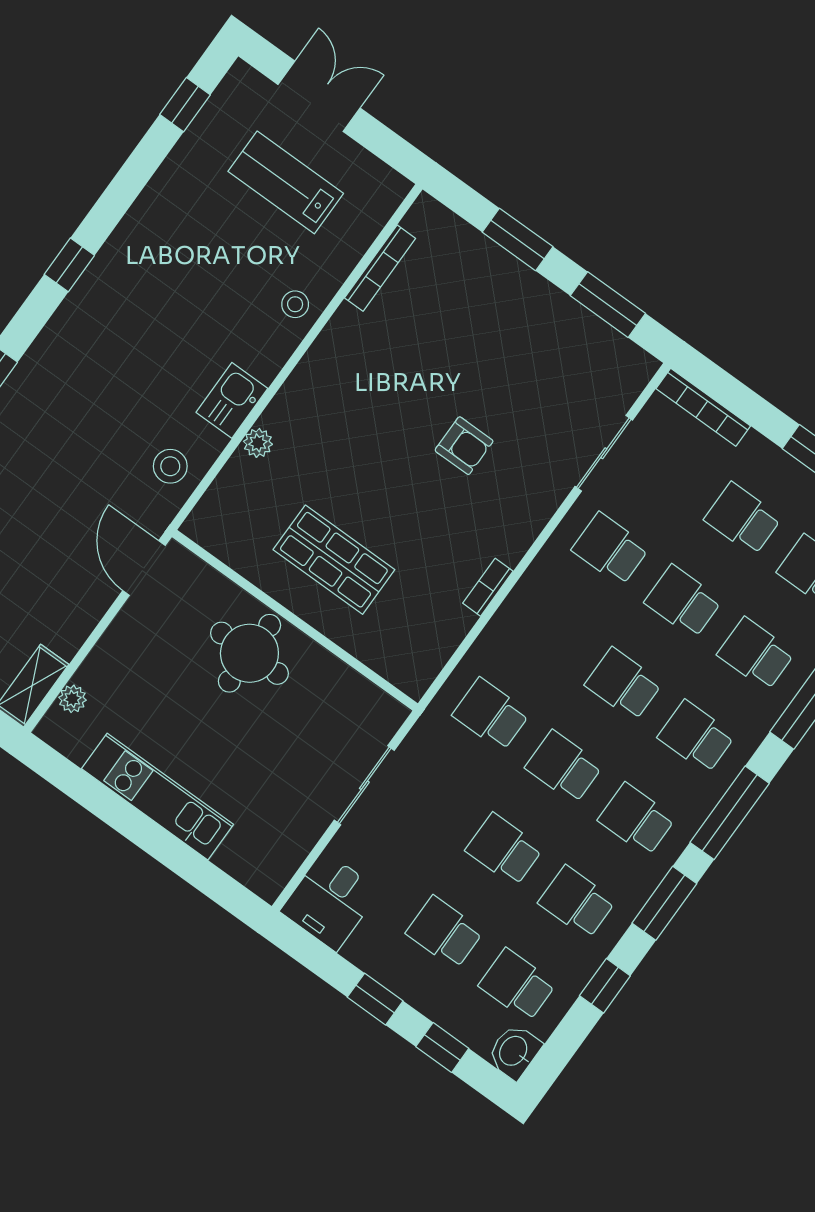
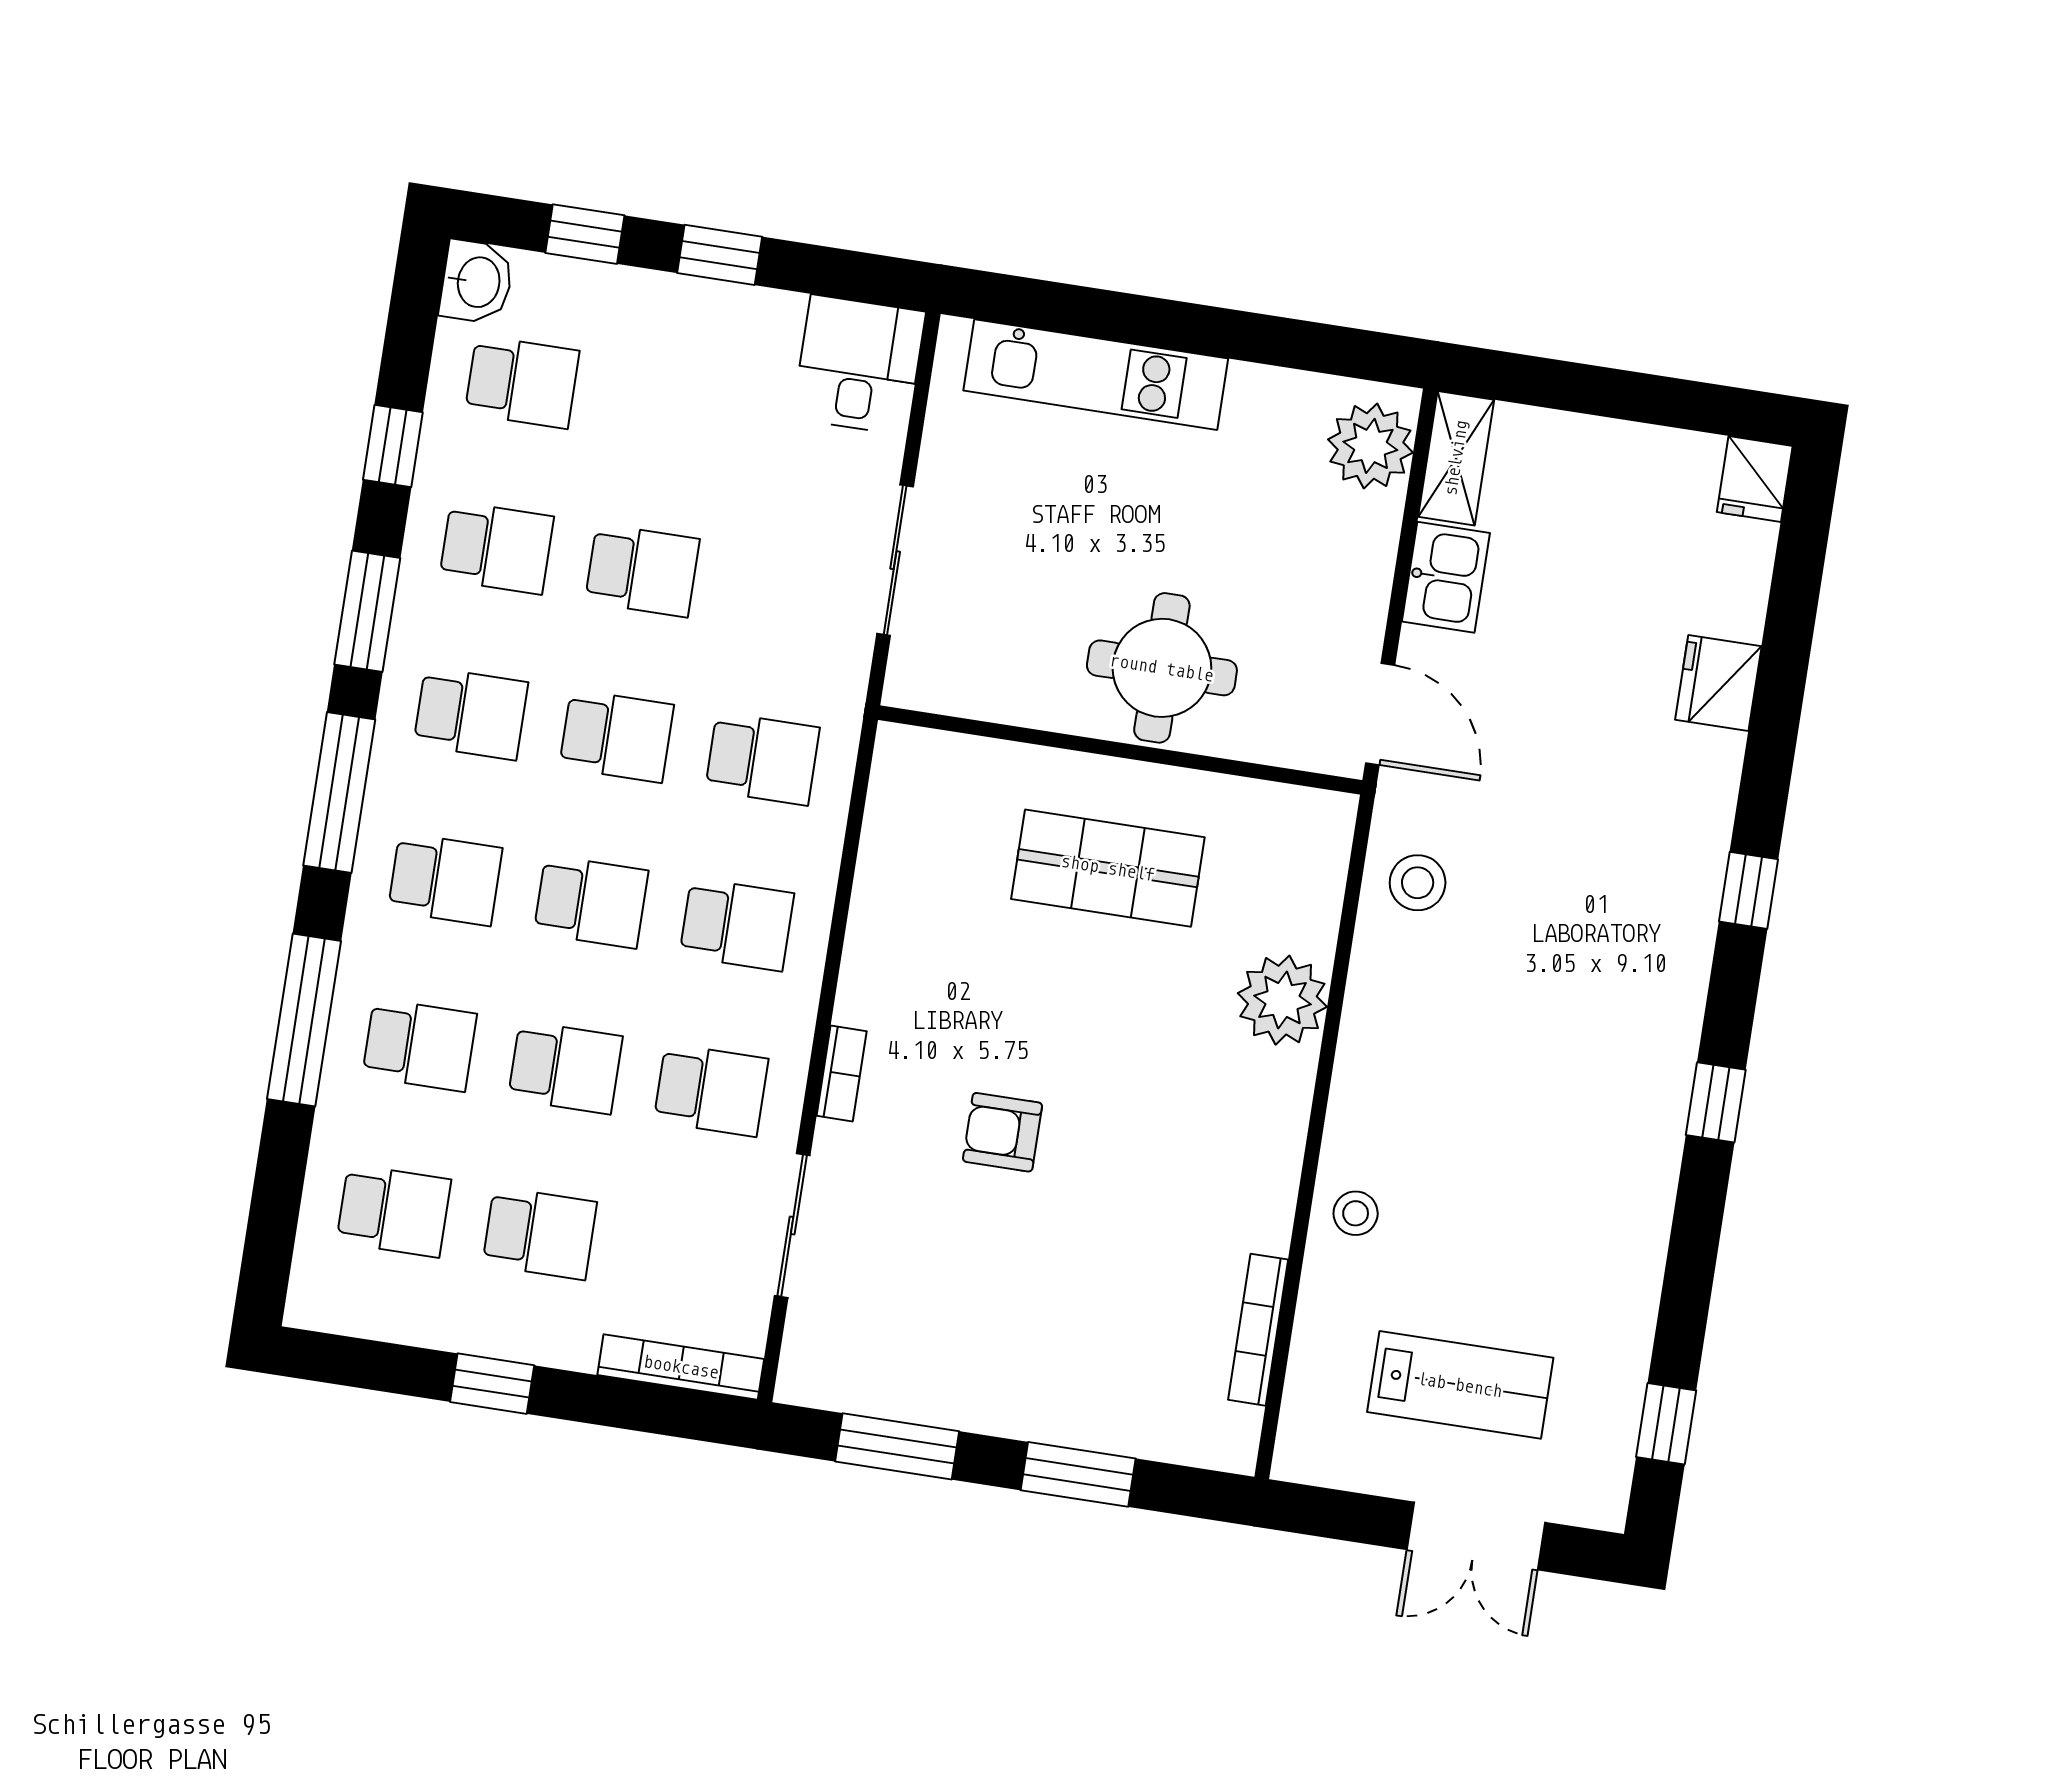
kitchen sink: (232, 400) -> (1446, 577), moved
plant: (258, 443) -> (1282, 1000), width x1.87, depth x1.87
bookcase: (488, 587) -> (842, 1074), moved
plant: (72, 699) -> (1370, 446), width x1.87, depth x1.87
kitchen unit: (157, 797) -> (1096, 375), moved
school desk: (444, 932) -> (737, 924), moved

